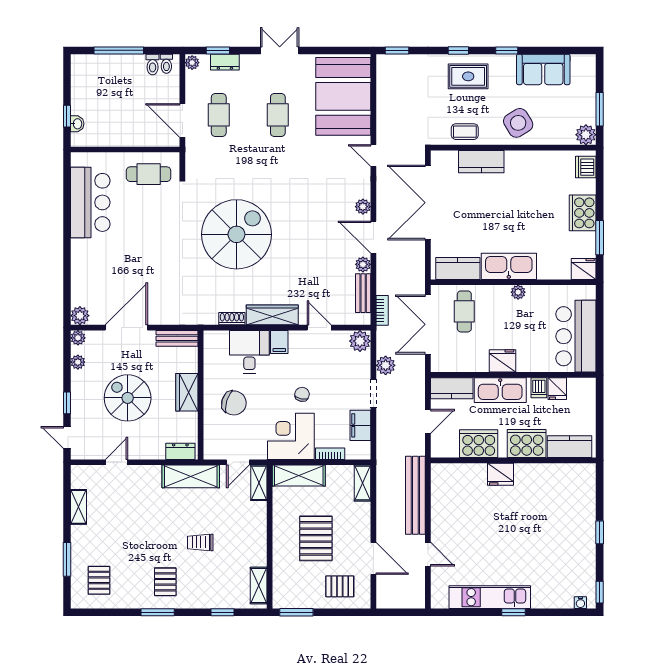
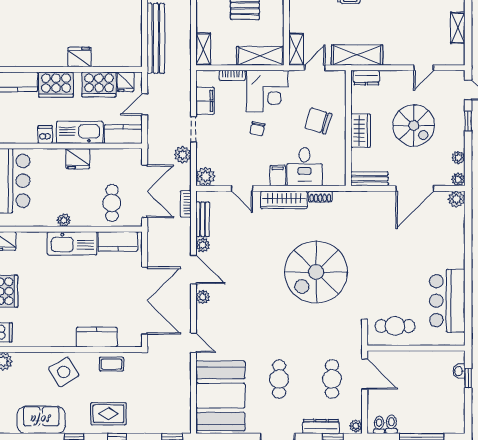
dresser: (225, 62) -> (321, 426), width x1.44
fridge: (557, 389) -> (126, 82), moved, turned 180

